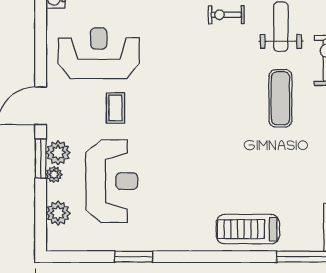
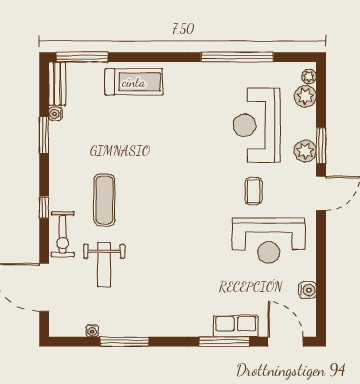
exercise bike: (226, 15) -> (153, 275), removed
plant: (54, 174) -> (309, 77), moved
window: (134, 257) -> (237, 57), width x2.11

